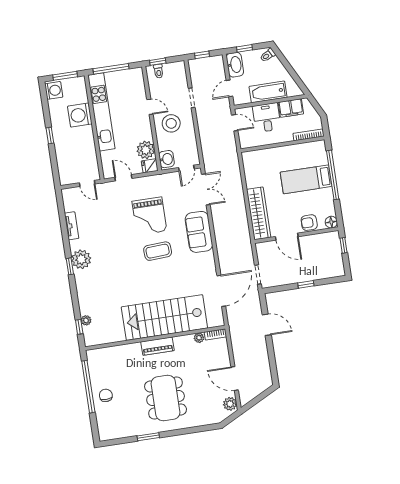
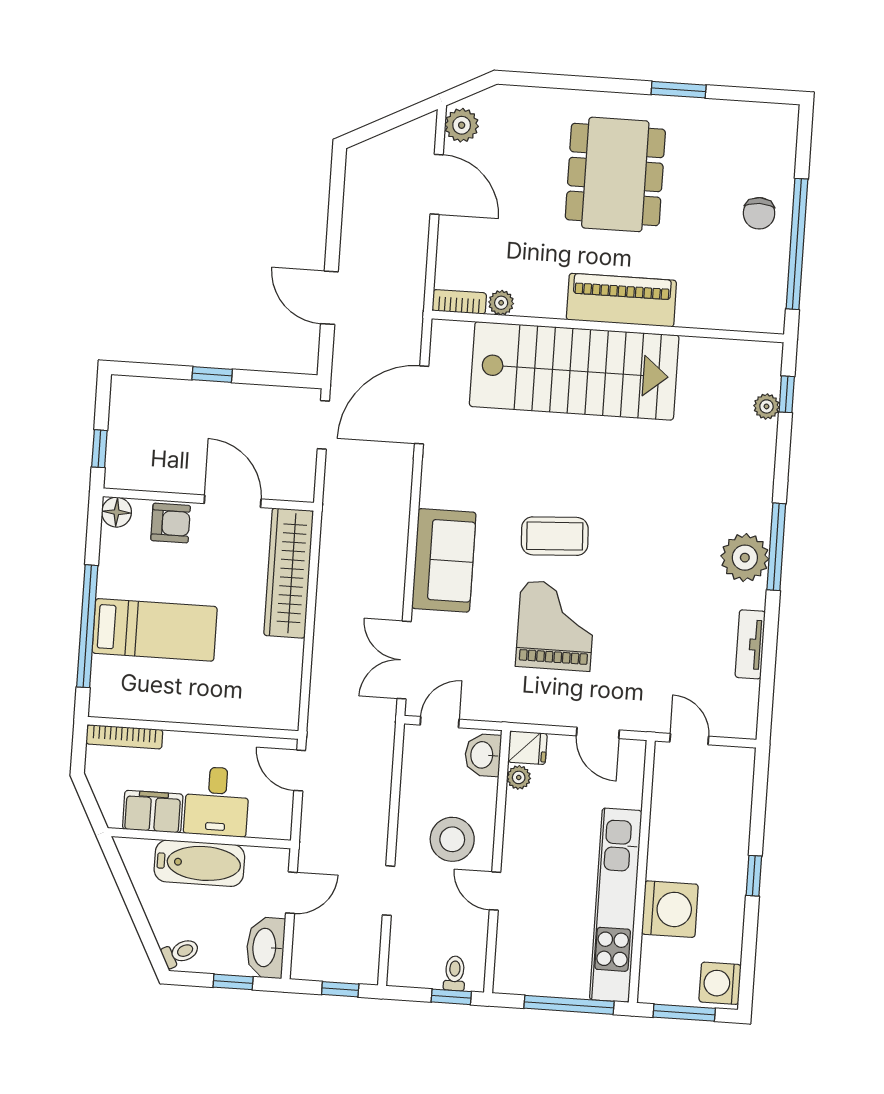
door: (235, 123) -> (300, 771), moved
plant: (146, 150) -> (519, 777), width x0.53, depth x0.53
window: (70, 266) -> (776, 547), width x2.17
piano: (157, 346) -> (621, 300), width x1.37, depth x1.33

